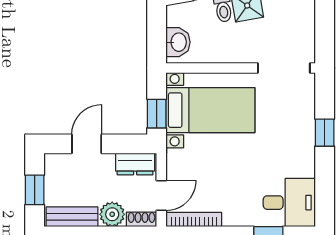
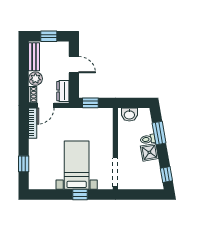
bed with nightstands: (210, 110) -> (77, 165), moved, turned 180
door: (161, 195) -> (46, 105), hinge flipped
desk: (289, 203) -> (42, 175), removed

